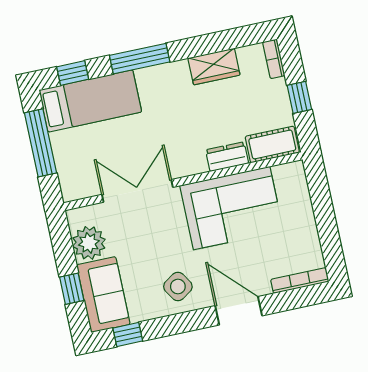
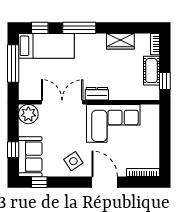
window: (299, 97) -> (165, 81), moved
cot: (272, 144) -> (151, 71), moved, turned 90
dresser: (227, 157) -> (97, 94), moved
plant: (89, 243) -> (28, 114), moved

